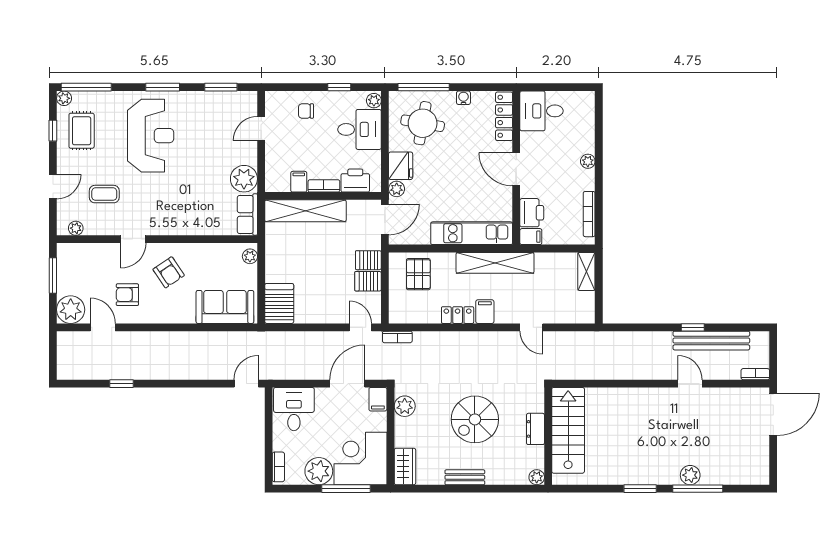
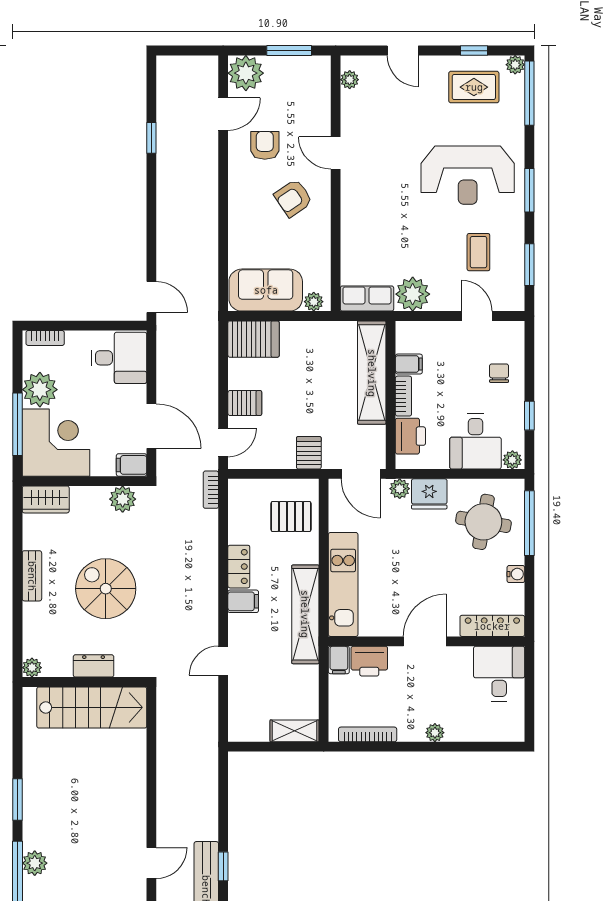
coffee table: (104, 194) -> (478, 252), moved
server rack: (368, 281) -> (245, 403), moved, turned 90
sofa: (225, 307) -> (266, 290), moved, turned -90

